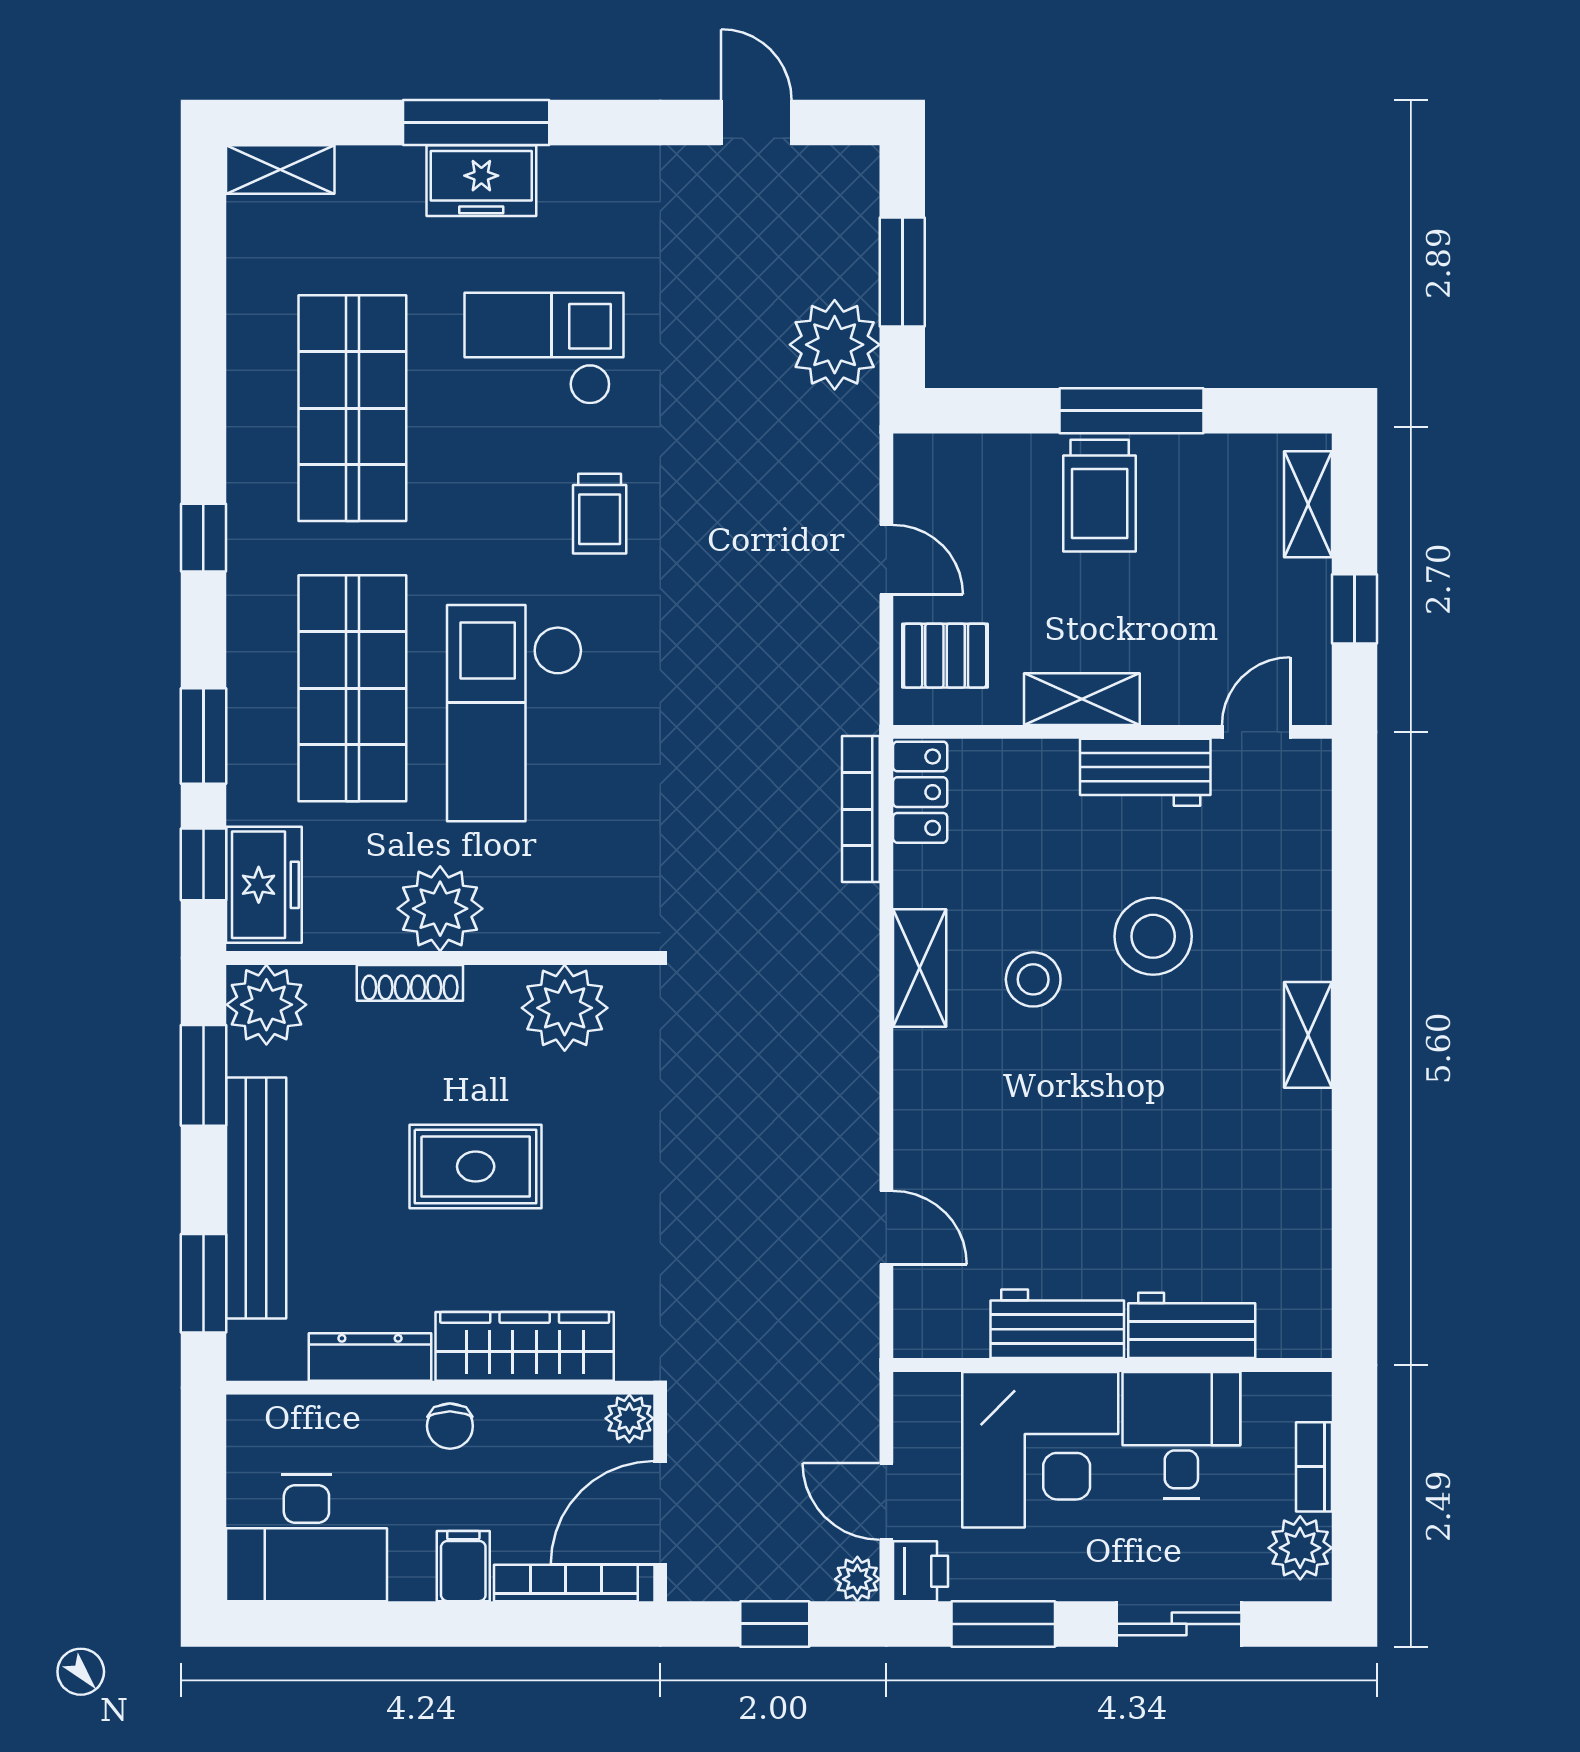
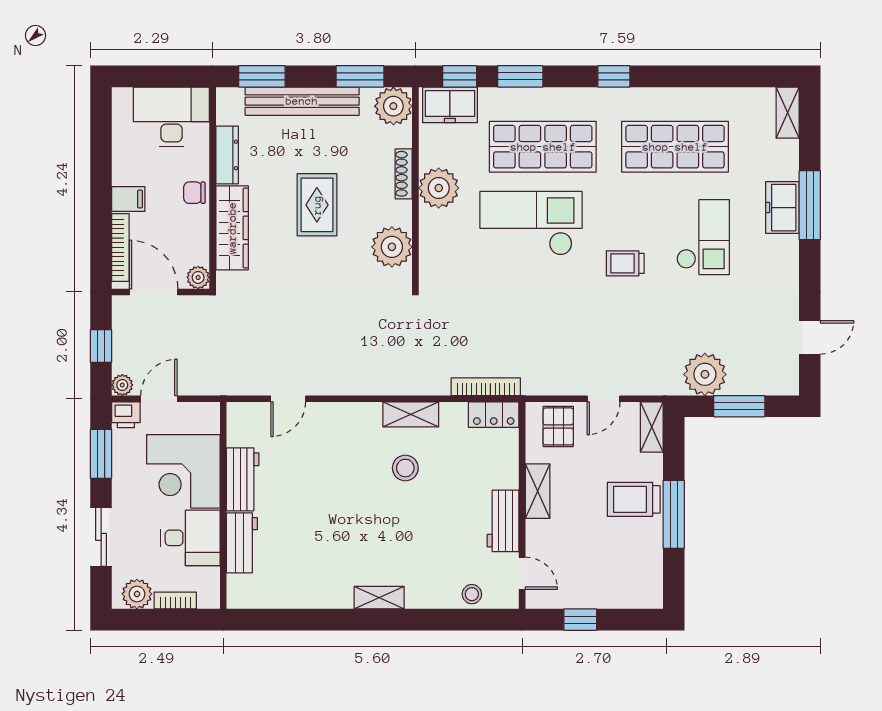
shelving: (1308, 504) -> (652, 427), moved, turned 90
stool: (1153, 936) -> (472, 594), moved, width x0.53, depth x0.53
desk: (306, 1538) -> (171, 117), moved, turned 90

